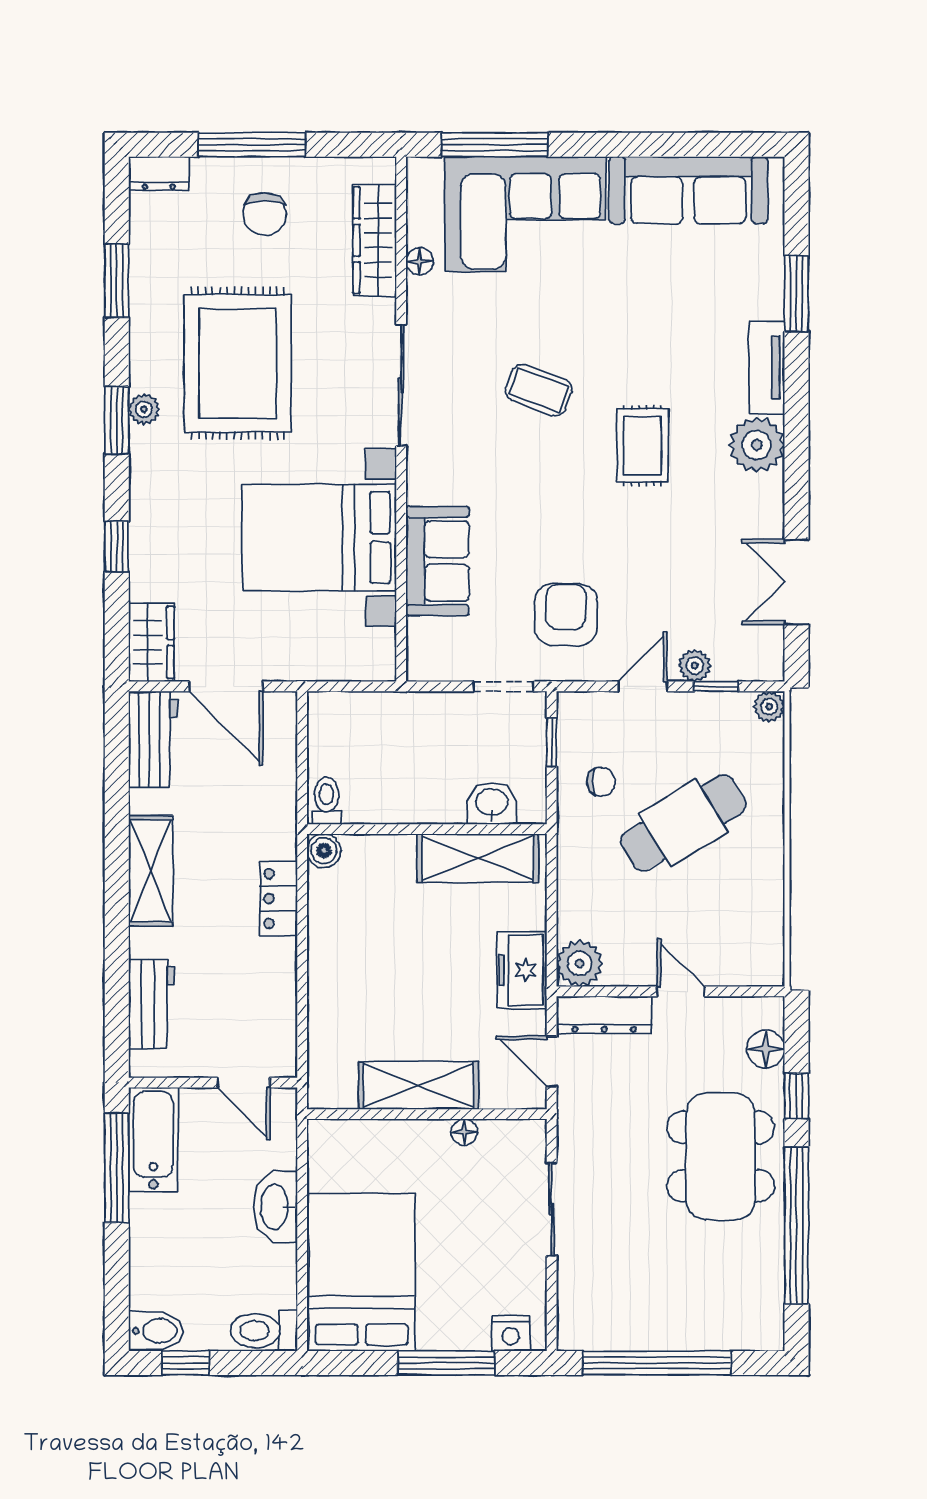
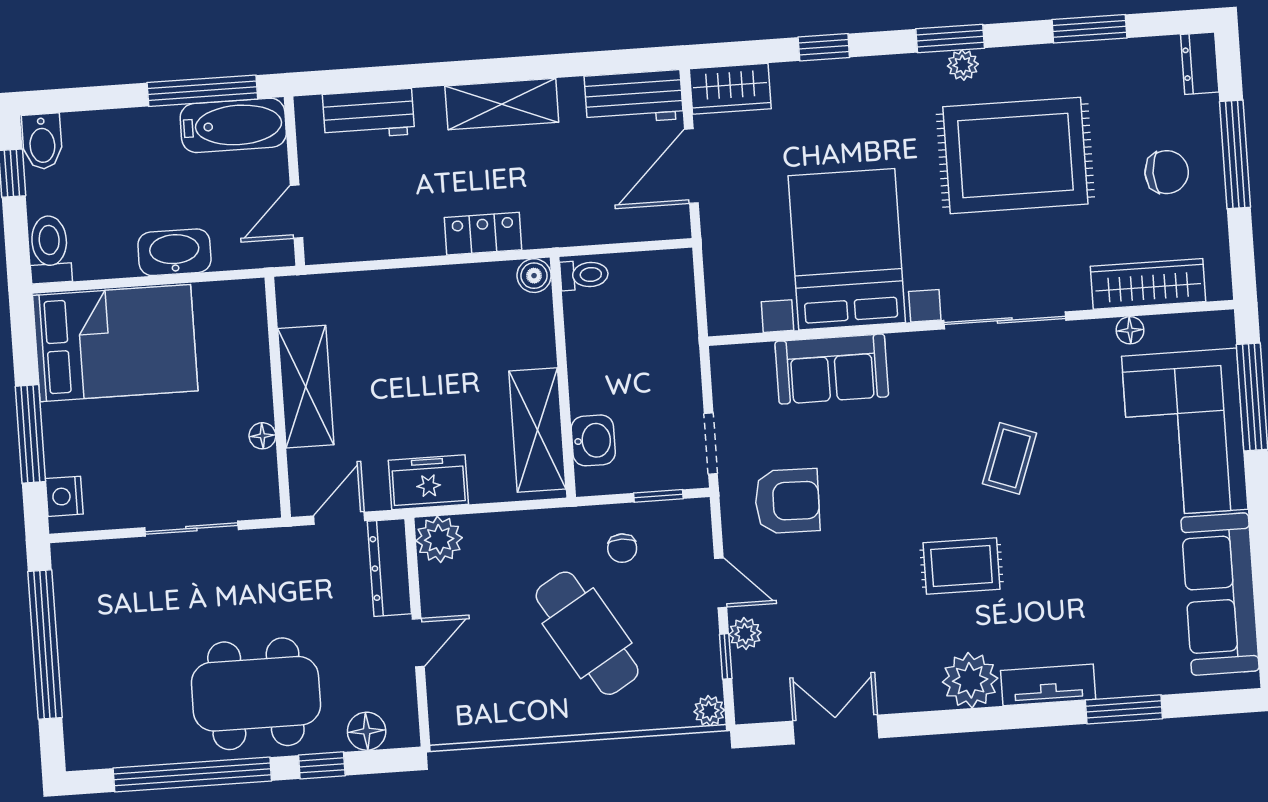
chair: (265, 214) -> (1167, 172), turned 180

